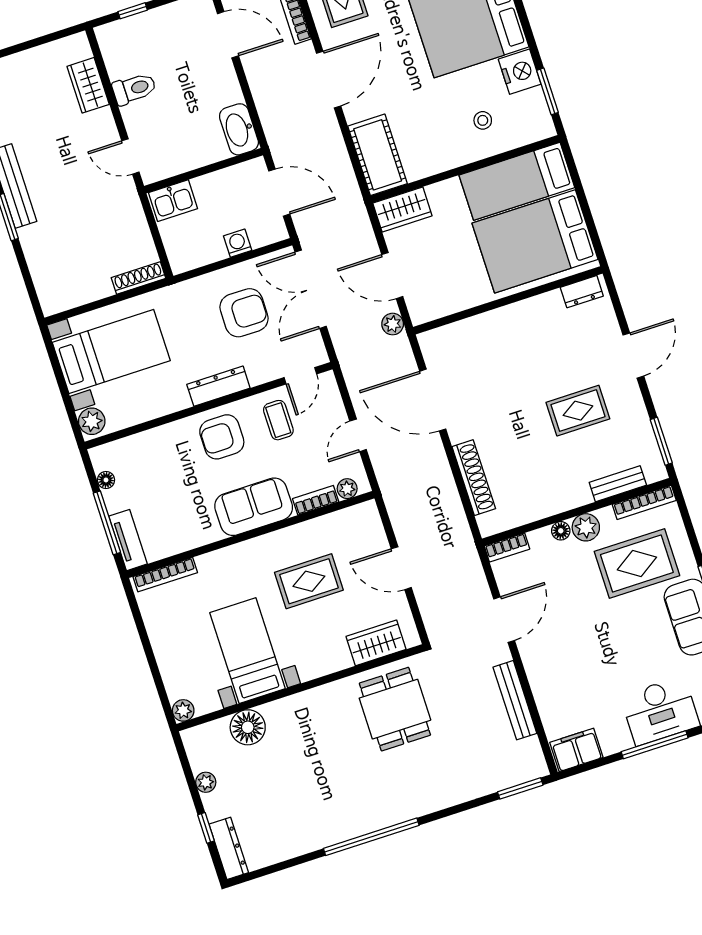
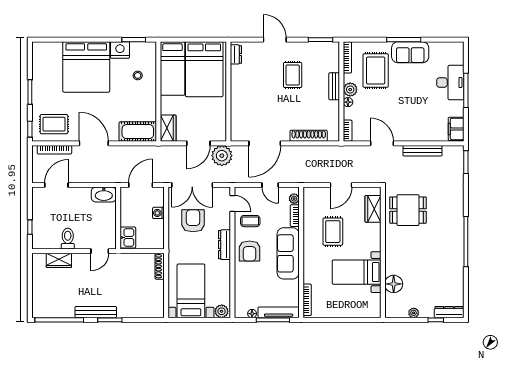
plant: (393, 324) -> (222, 156), width x1.88, depth x1.88
bench: (618, 484) -> (334, 86), moved
sofa: (254, 507) -> (288, 253), width x1.36
tv unit: (128, 540) -> (279, 312), width x1.41
plant: (183, 710) -> (375, 312), removed

